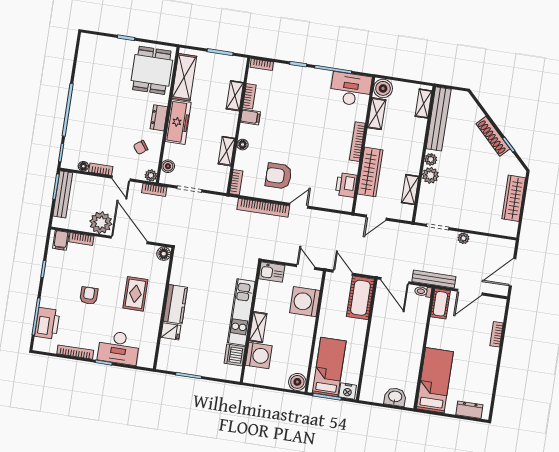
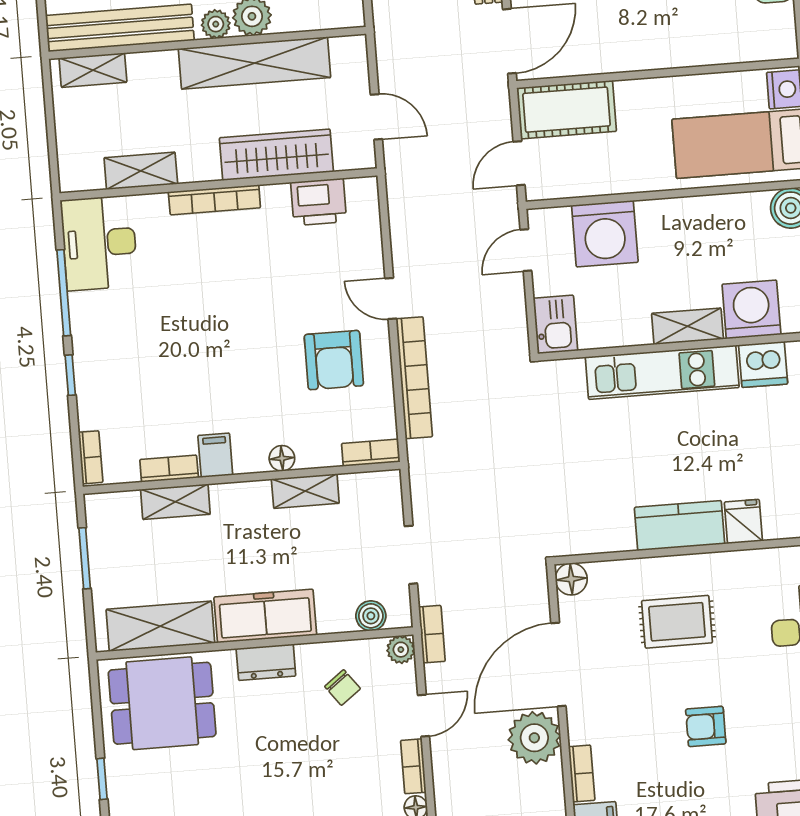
boiler: (383, 88) -> (80, 170), removed
shelving: (410, 190) -> (255, 63), width x2.20, depth x1.33

